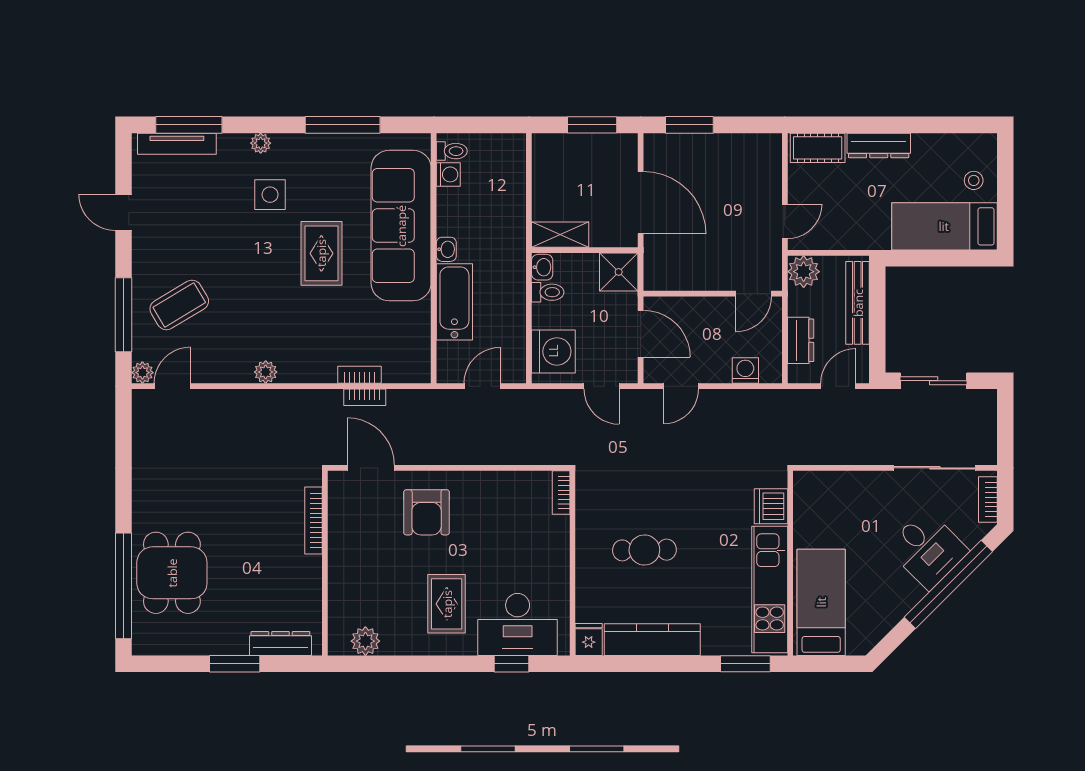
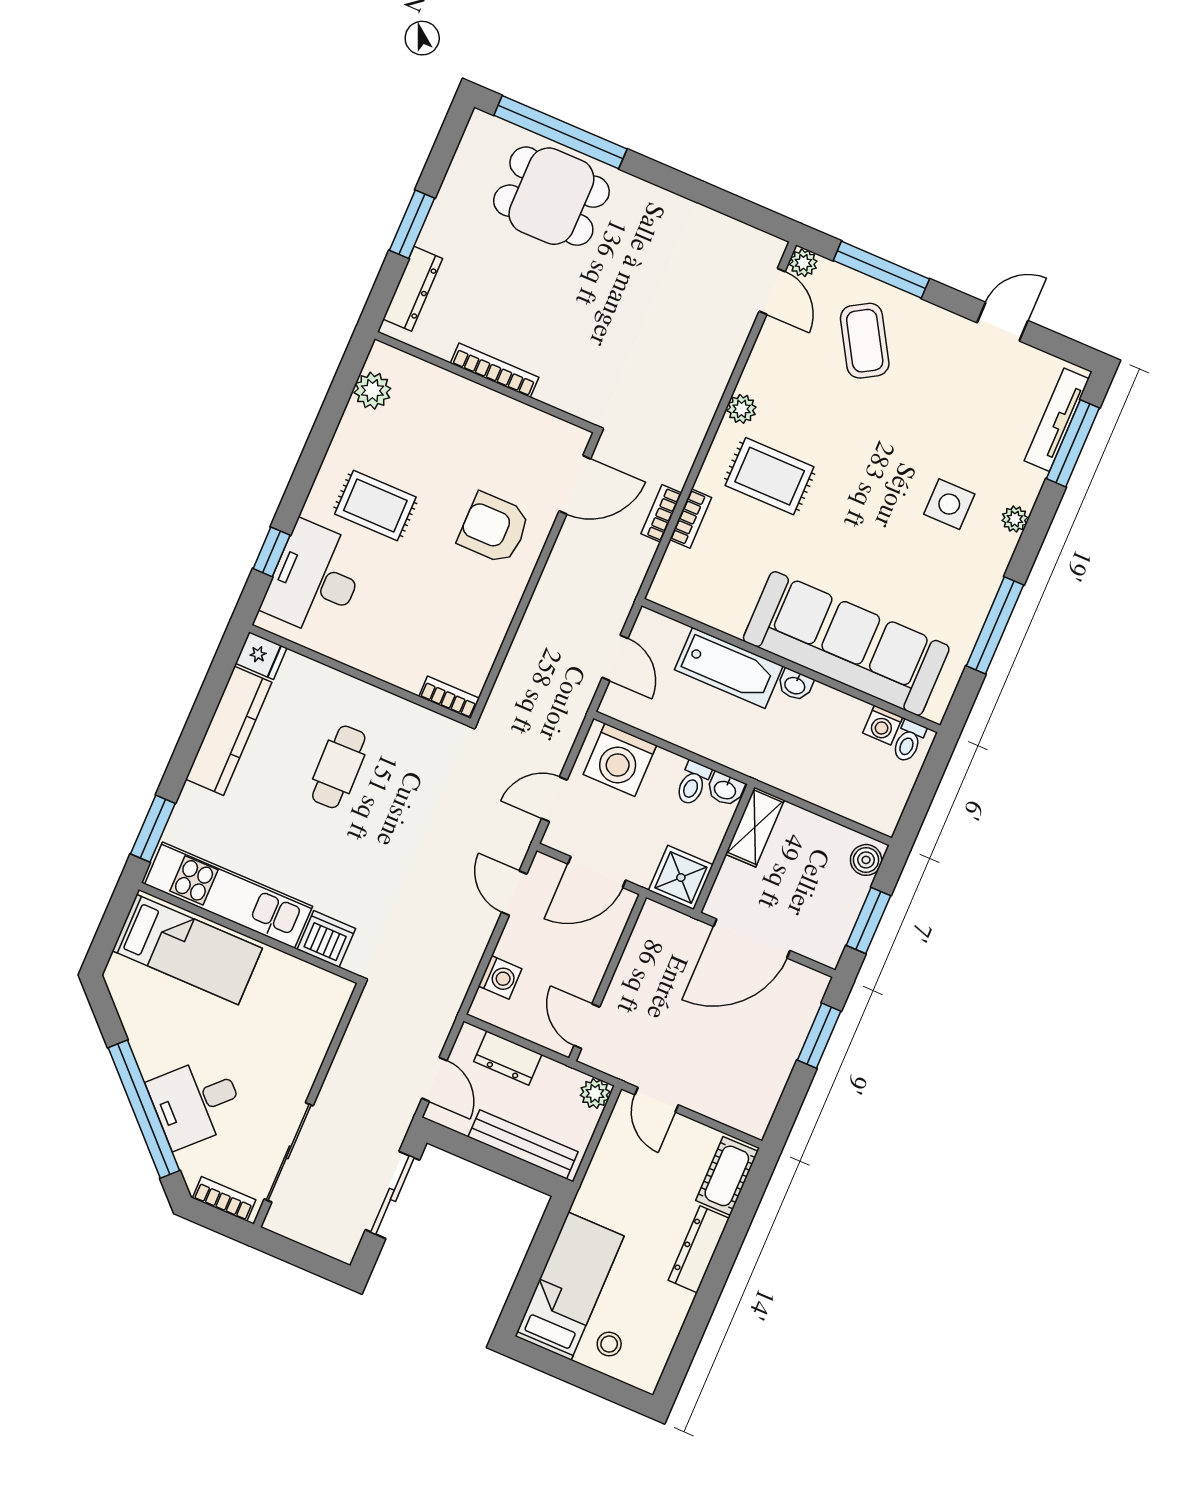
boiler: (550, 145) -> (866, 860), added
rug: (321, 253) -> (770, 476), moved
plant: (804, 272) -> (595, 1093), width x0.73, depth x0.73
bookcase: (313, 520) -> (495, 370), moved

